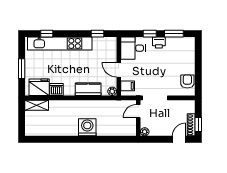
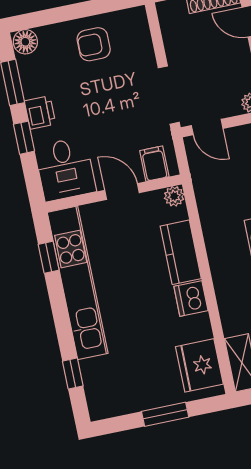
floor lamp: (190, 42) -> (25, 42), added
kitchen unit: (60, 43) -> (78, 283), moved
door: (119, 70) -> (122, 192), swing flipped
armchair: (187, 81) -> (94, 44), moved
dishwasher: (57, 90) -> (191, 298), moved

